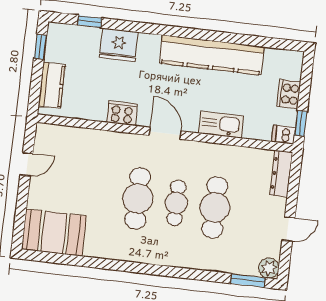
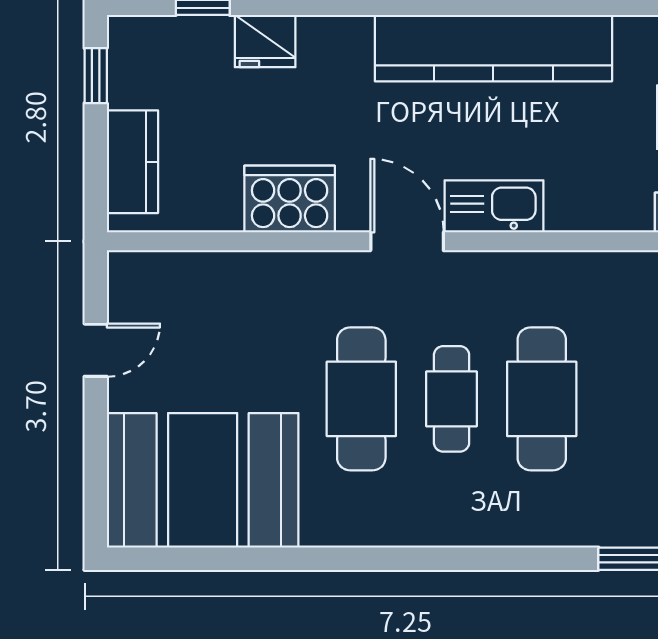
fridge: (119, 45) -> (265, 41), width x0.73, depth x0.75
cooker: (122, 113) -> (290, 199), width x1.37, depth x1.31
kitchen sink: (221, 125) -> (494, 206), moved
booth: (54, 233) -> (203, 480), width x1.36, depth x1.42

